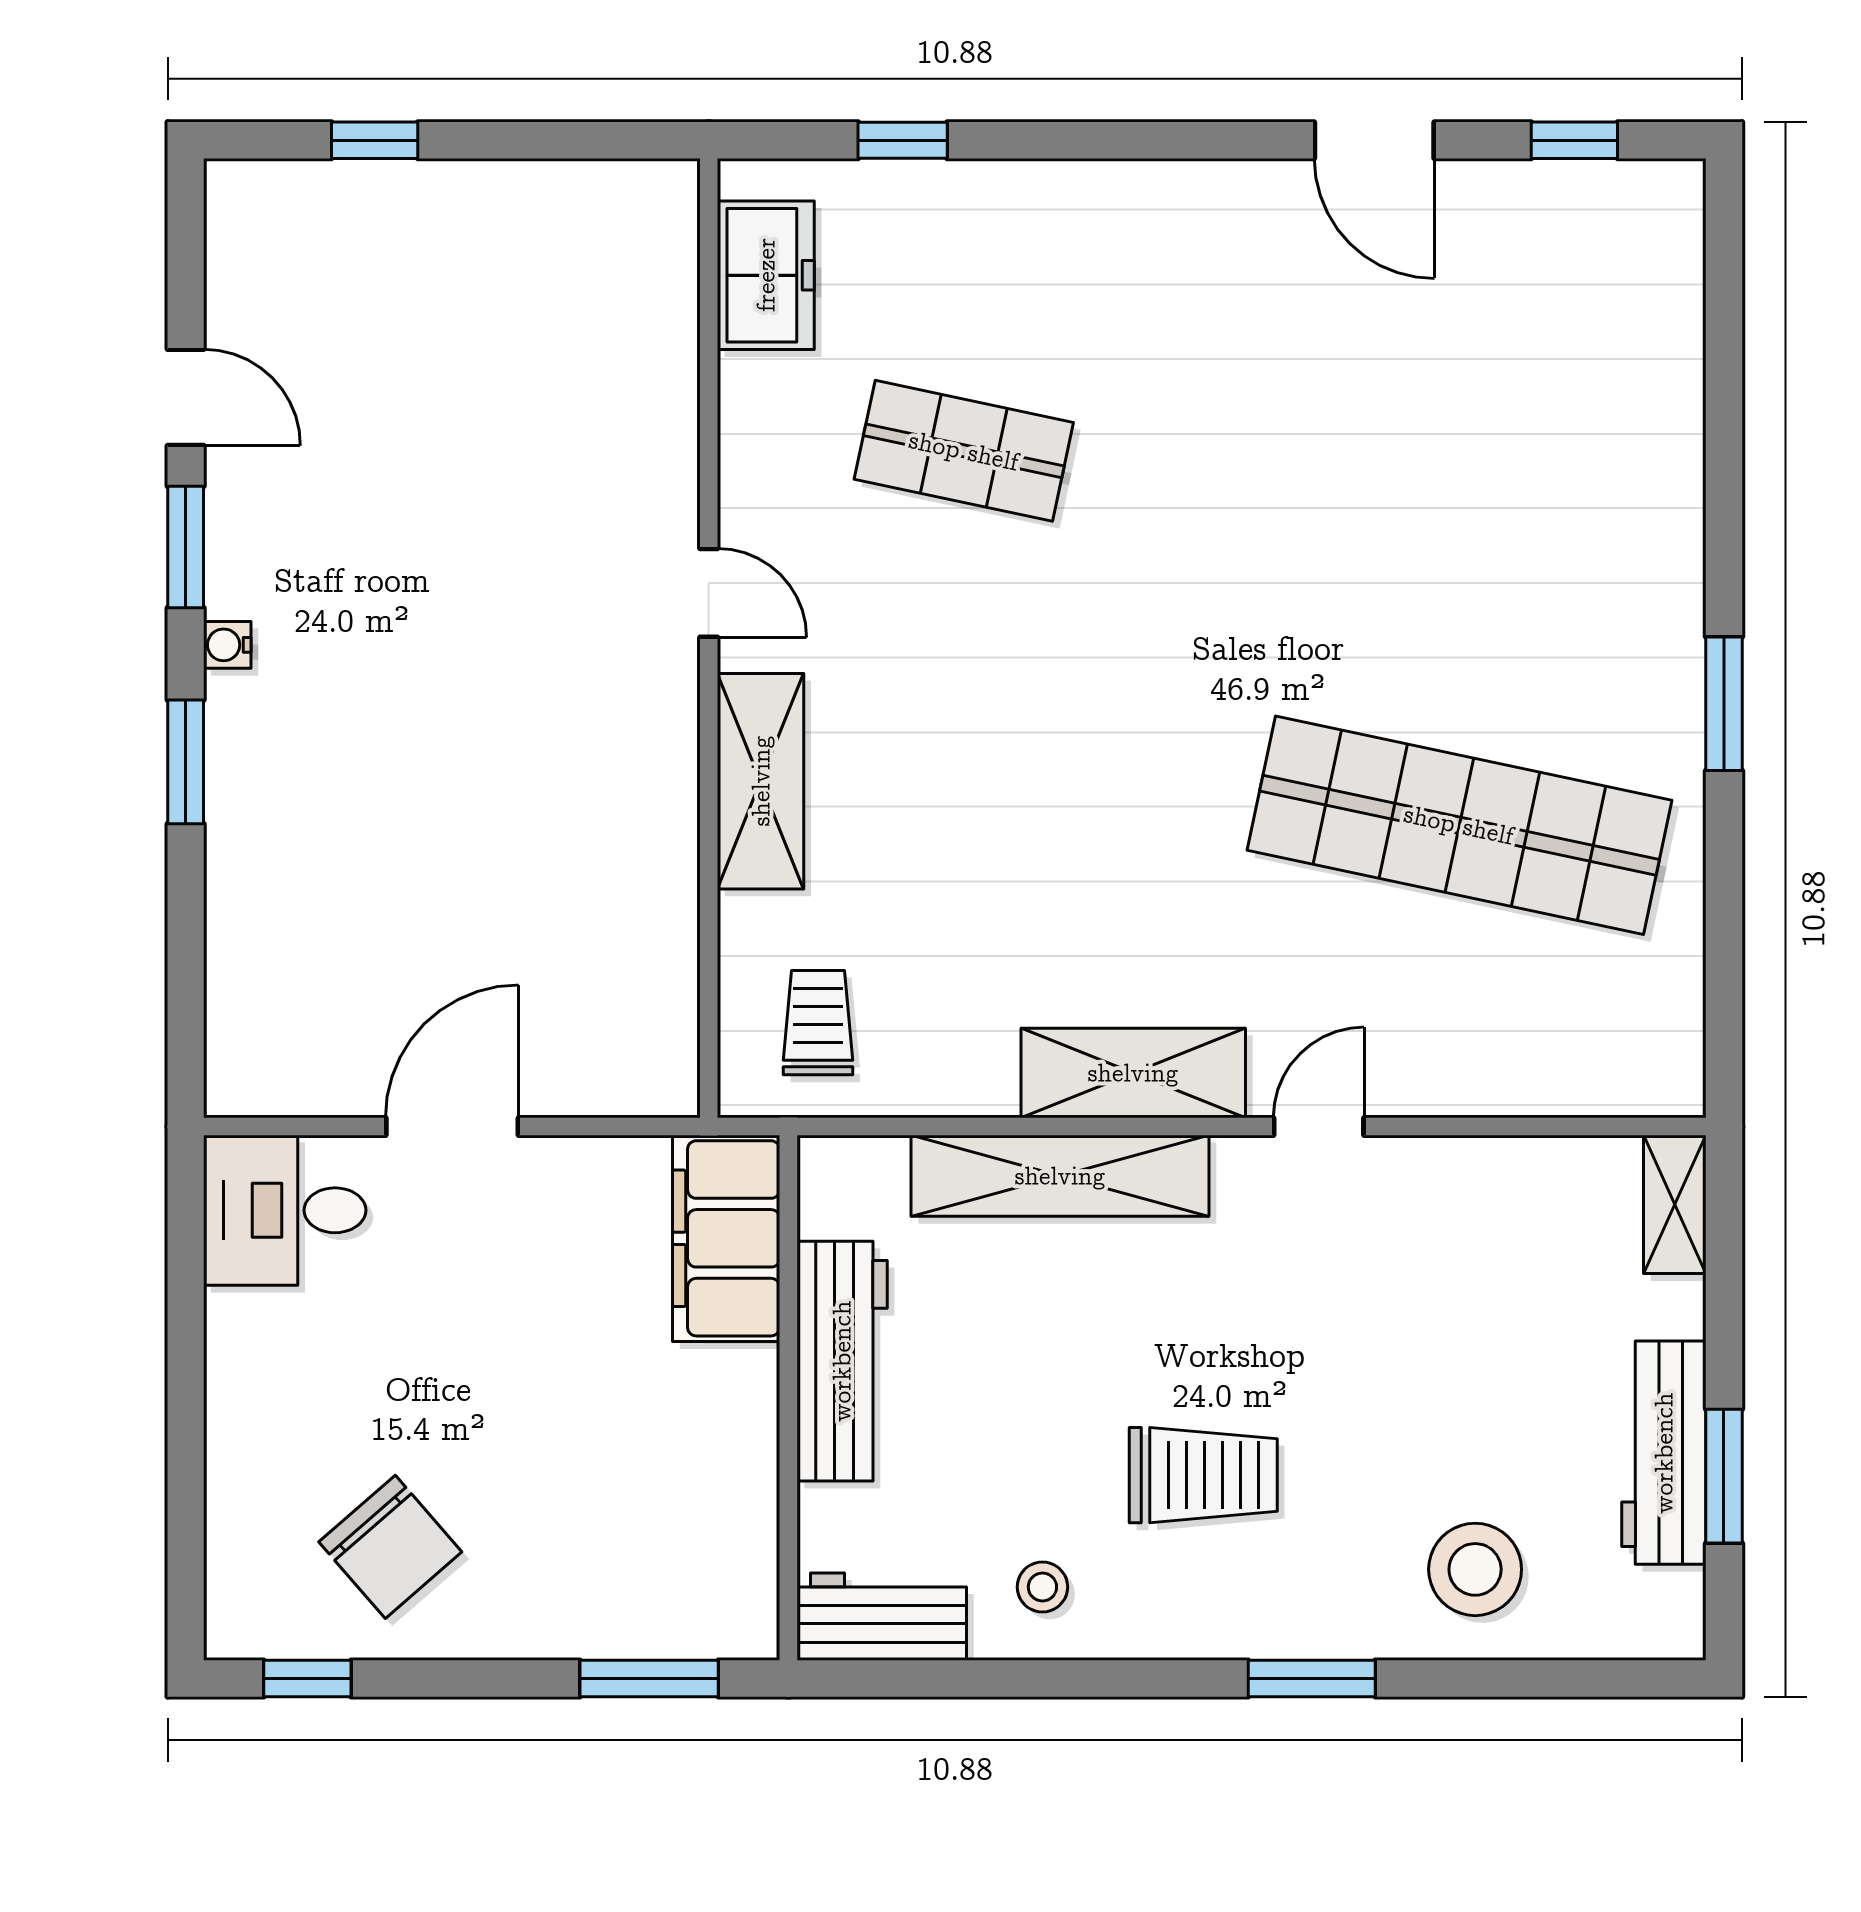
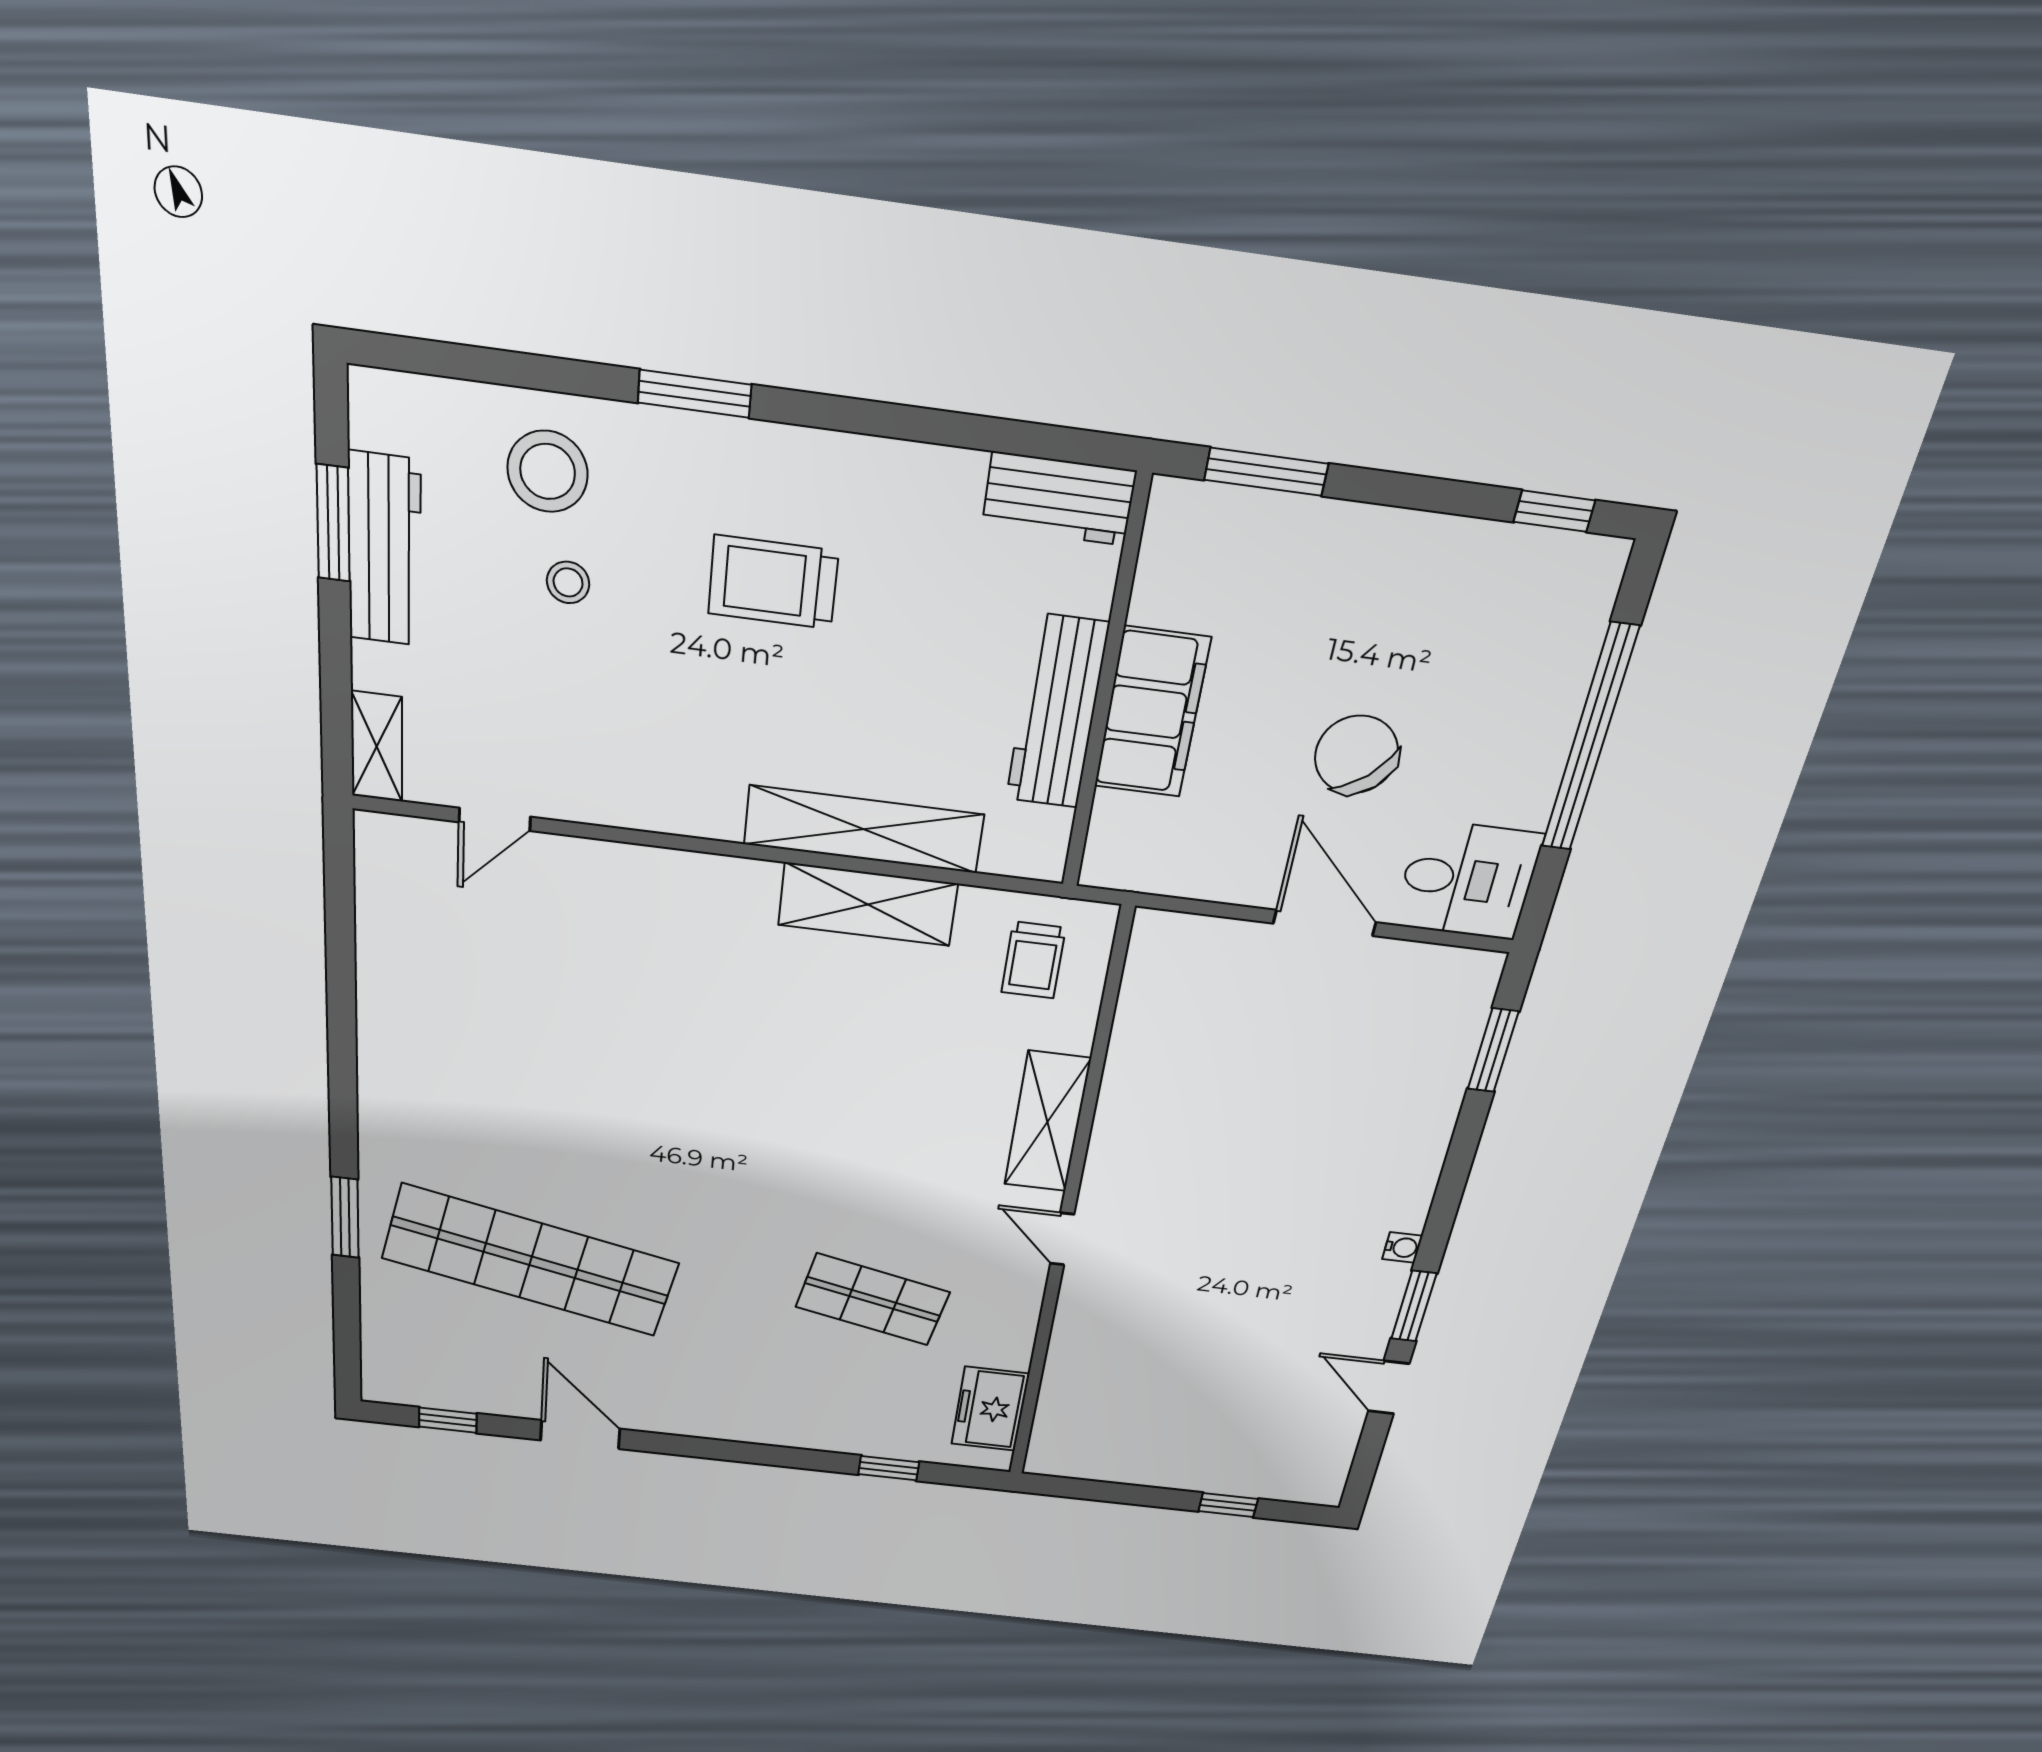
window: (1724, 704) -> (345, 1217), moved
window: (186, 762) -> (1493, 1050), moved
shop shelf: (1459, 825) -> (530, 1261), moved
shelving: (1133, 1073) -> (868, 904), moved
door: (452, 1126) -> (1325, 923), swing flipped
door: (1319, 1126) -> (495, 819), moved
filing cabinet: (726, 1238) -> (1152, 713), moved
window: (186, 1415) -> (1590, 739), added
chair: (390, 1547) -> (1356, 755), moved
stool: (1042, 1587) -> (568, 582), moved

